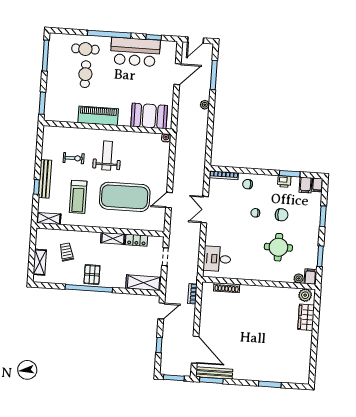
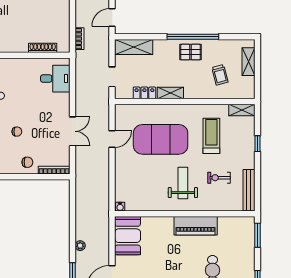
booth: (149, 116) -> (128, 236), moved, turned 90
weight bench: (107, 156) -> (183, 183), turned 180
bench: (45, 179) -> (249, 190), moved
pallet: (92, 275) -> (190, 52), turned 90

